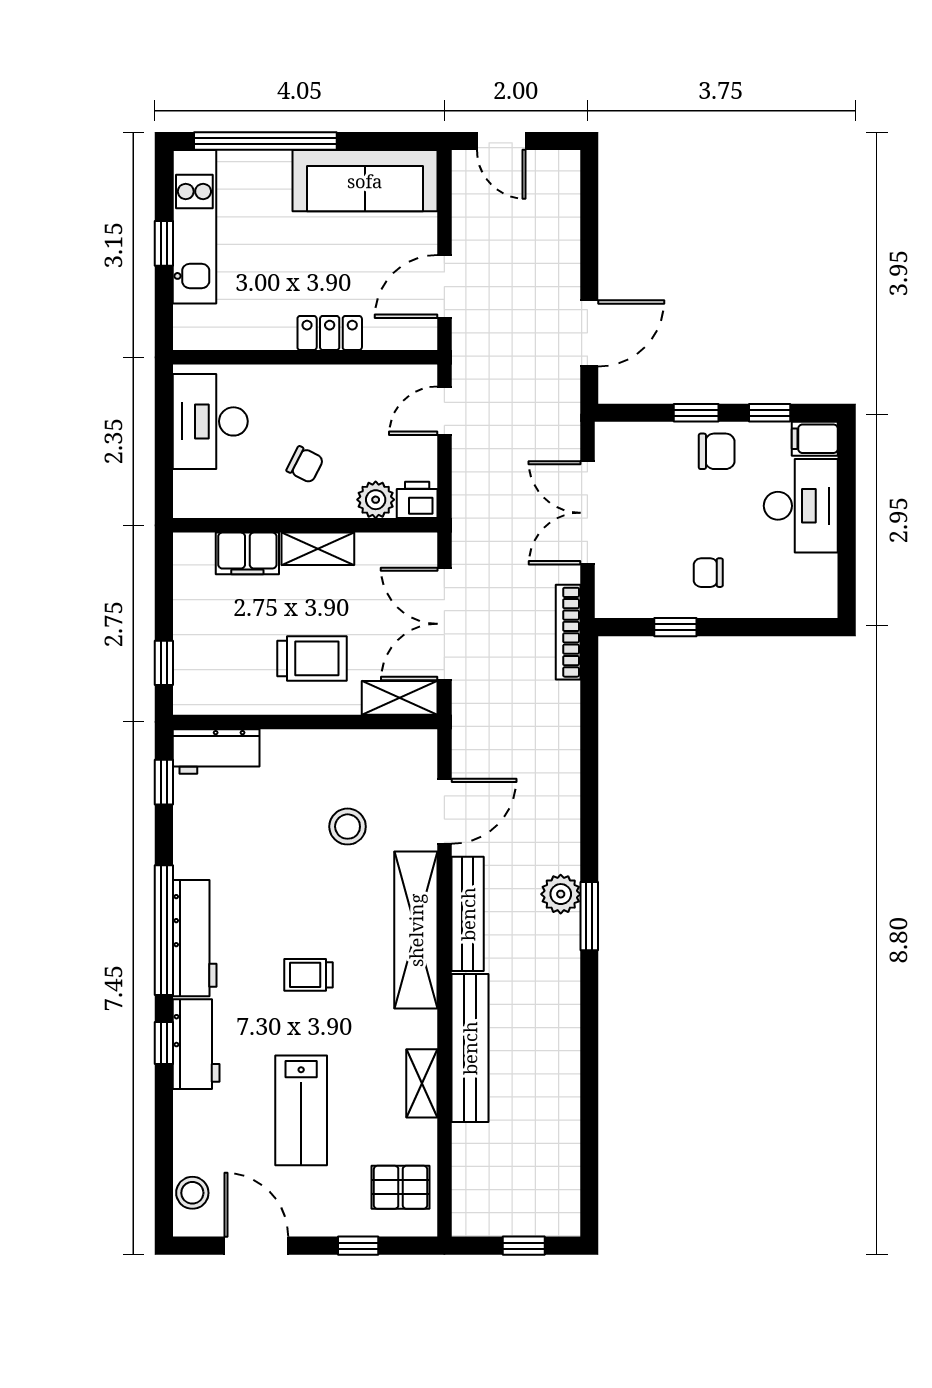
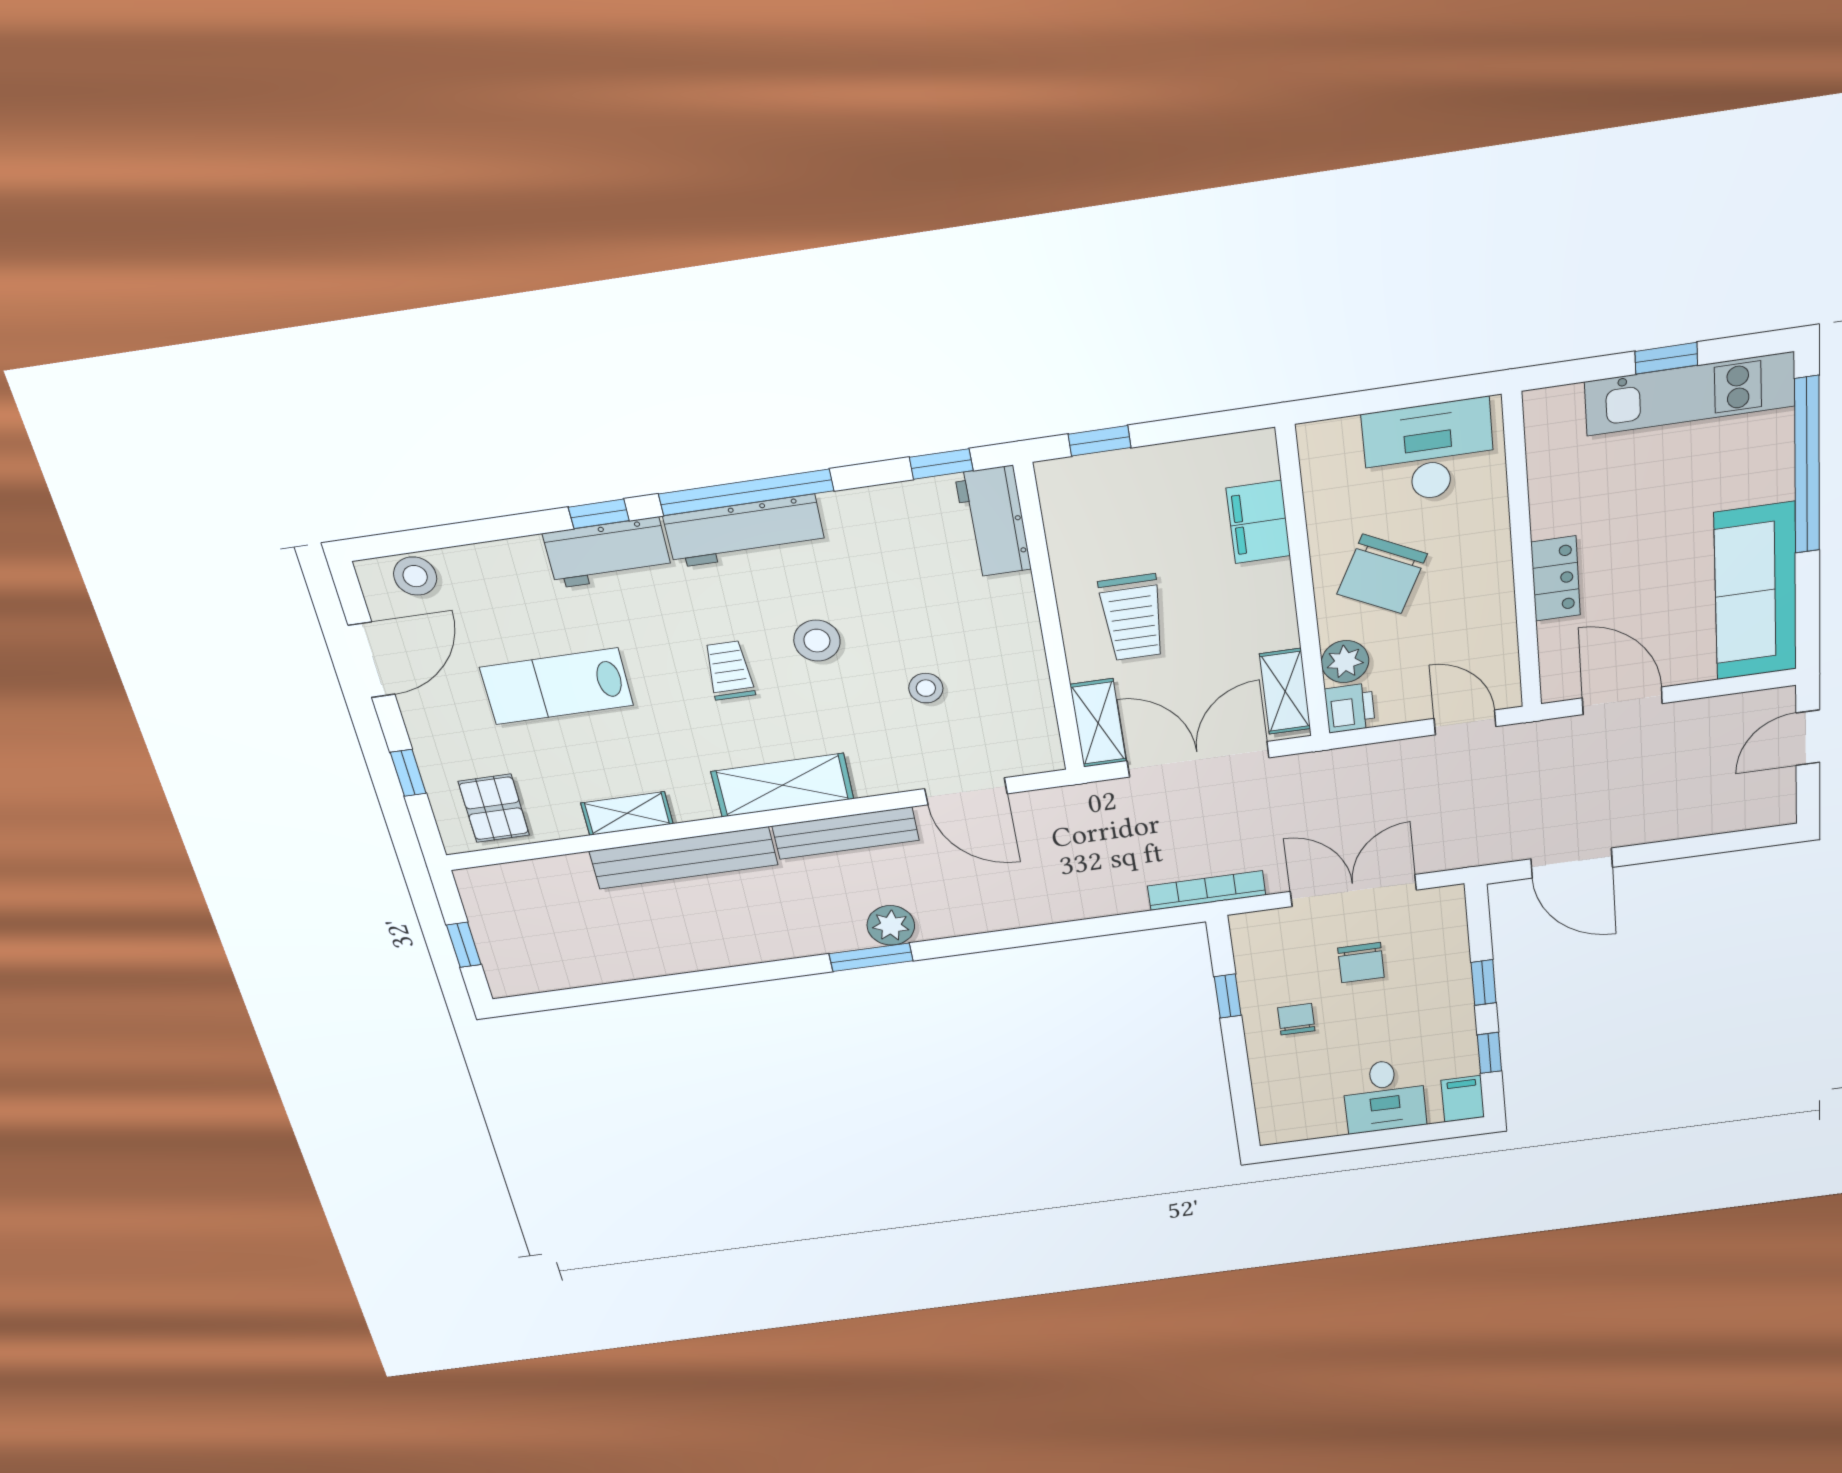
chair: (717, 451) -> (1361, 963), moved
chair: (305, 465) -> (1382, 574), width x1.87, depth x1.87
desk: (801, 506) -> (1384, 1096), width x0.73
shelving: (318, 549) -> (1285, 691), moved
stool: (348, 827) -> (926, 688), width x0.73, depth x0.73
stool: (294, 902) -> (817, 641), added
shelving: (416, 930) -> (782, 785), width x0.68

